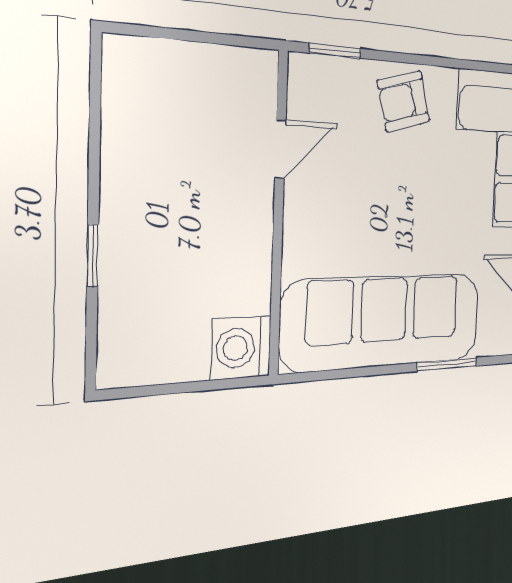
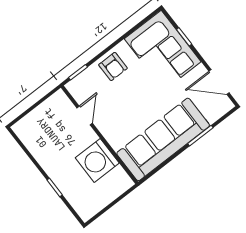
armchair: (404, 101) -> (113, 67), turned -75
washing machine: (241, 348) -> (97, 160), moved, width x1.37, depth x1.37

